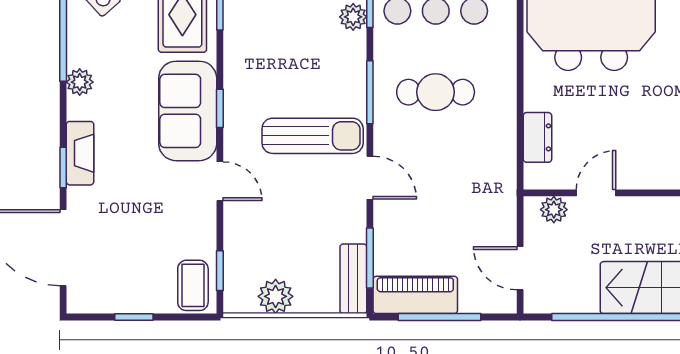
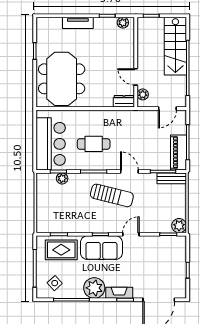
plant: (80, 82) -> (94, 288), width x1.88, depth x1.88
cafe table: (436, 92) -> (94, 144), turned 90
sun lounger: (313, 136) -> (112, 195), turned 104
dresser: (537, 137) -> (124, 101), moved
door: (370, 178) -> (129, 171), hinge flipped
coffee table: (193, 285) -> (174, 245), removed
plant: (276, 296) -> (179, 226), moved

